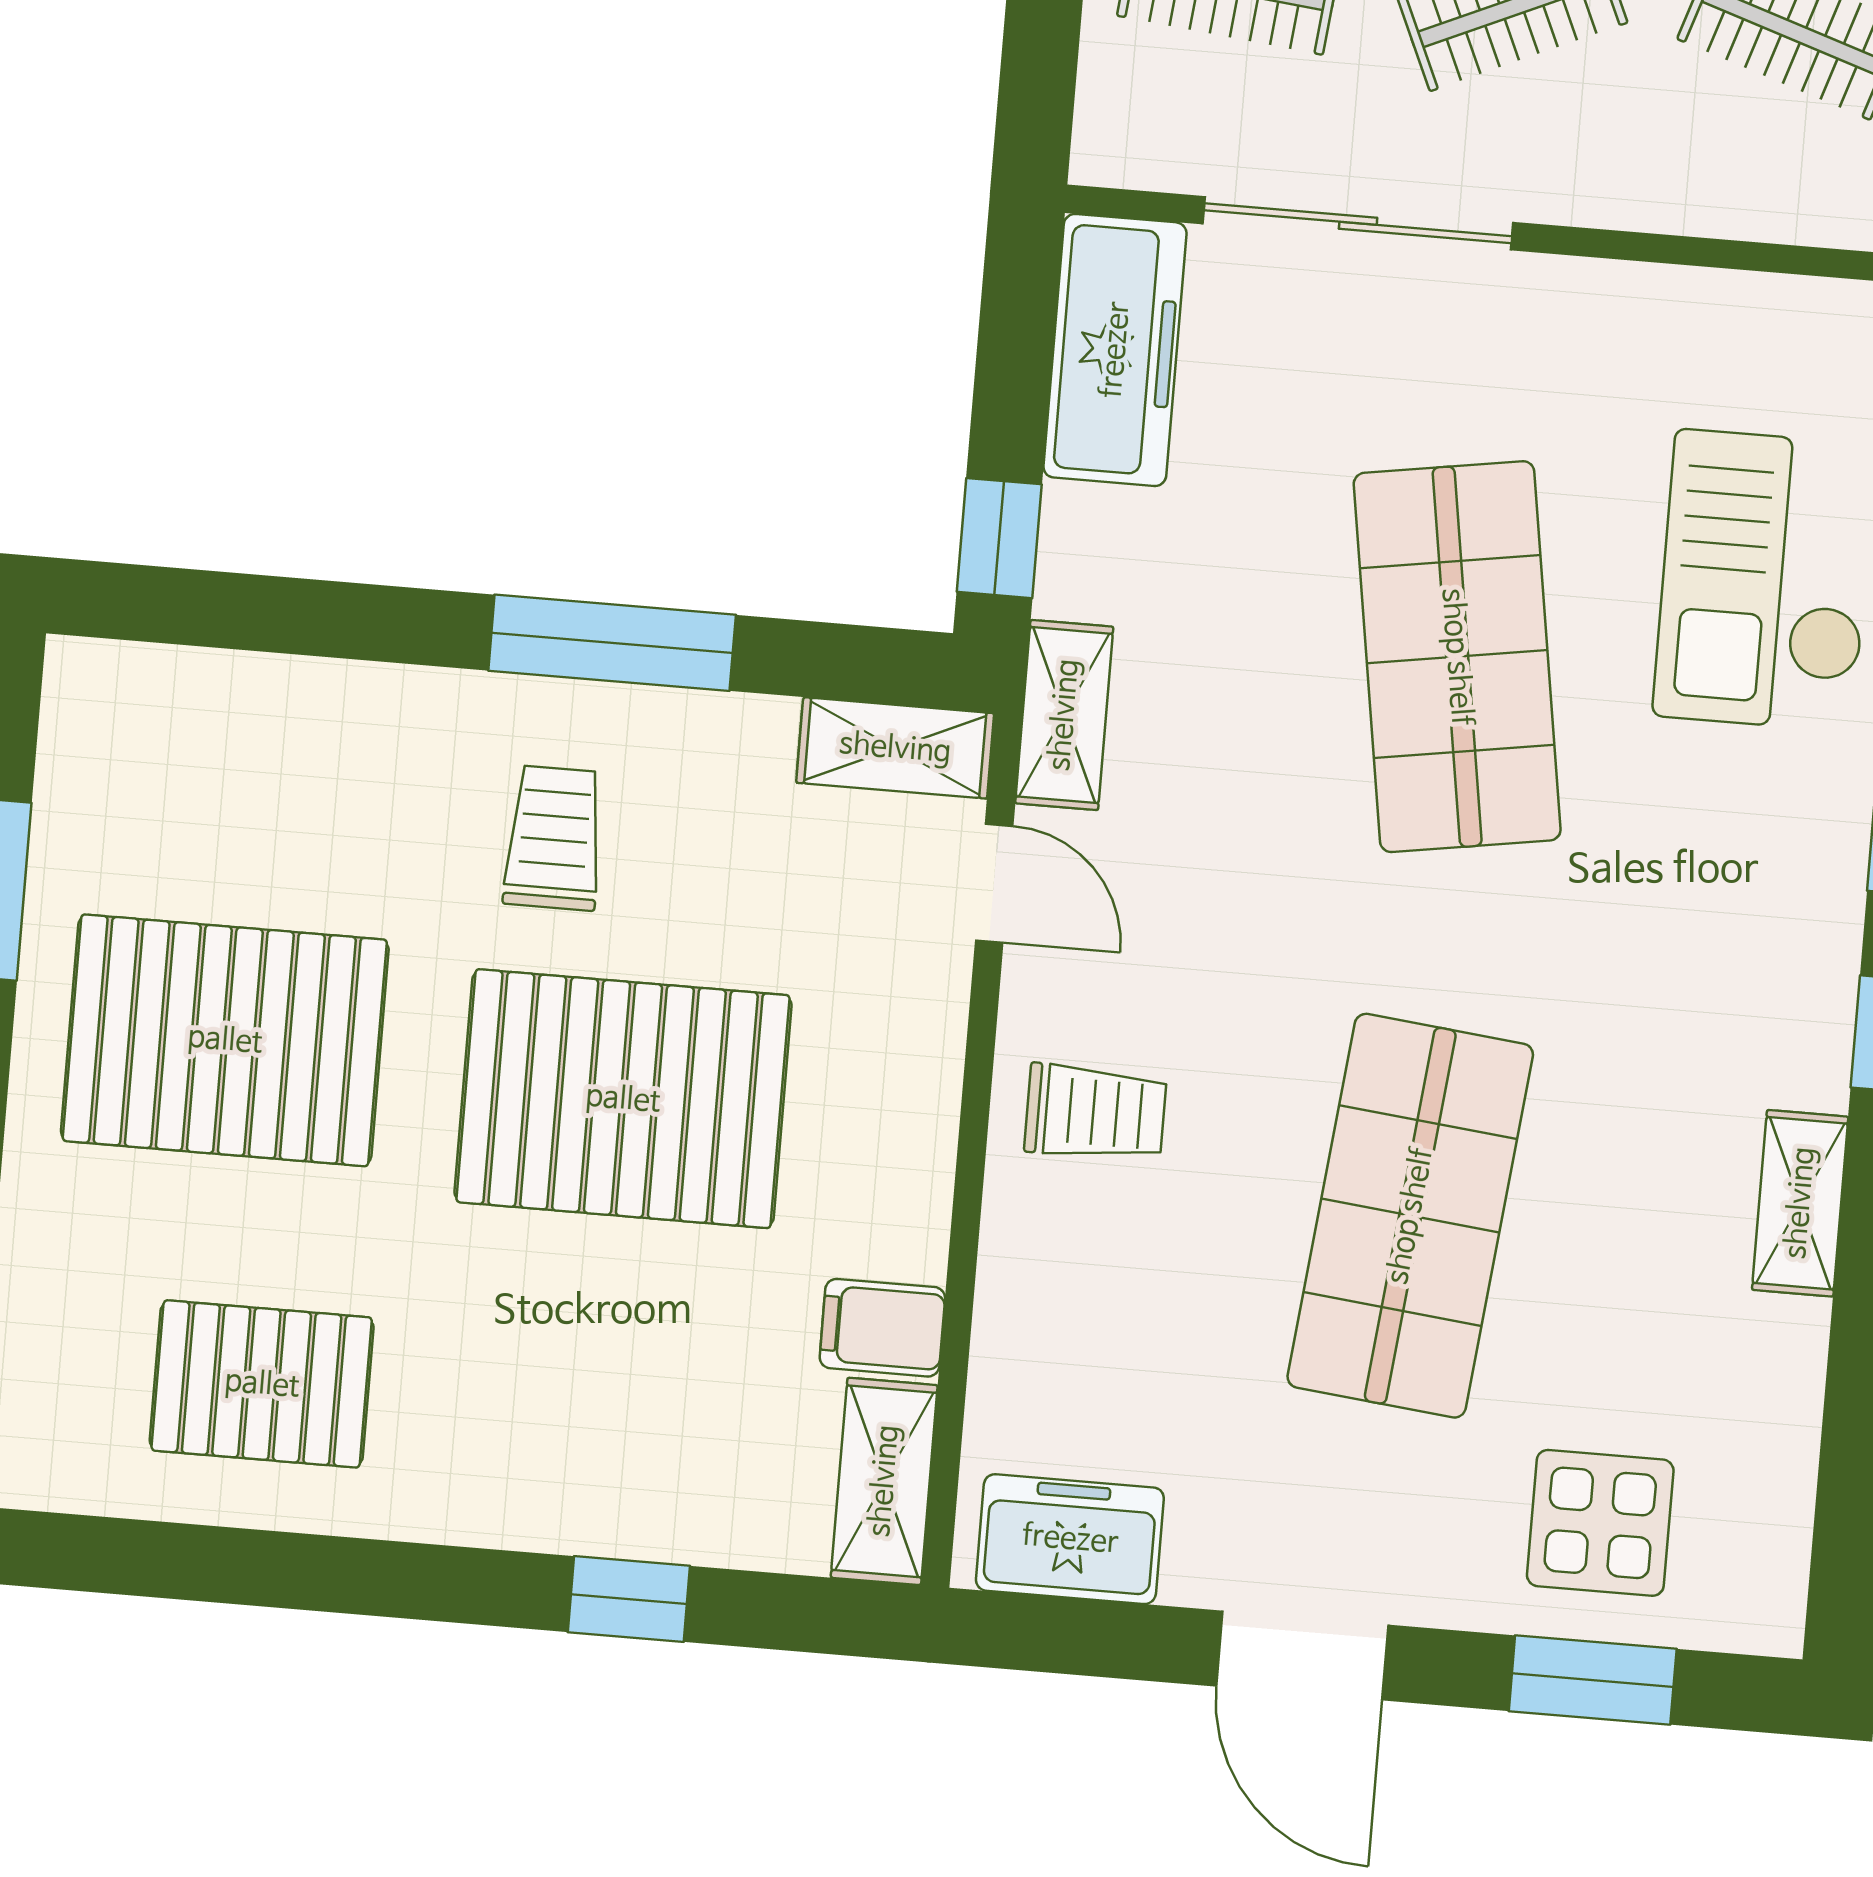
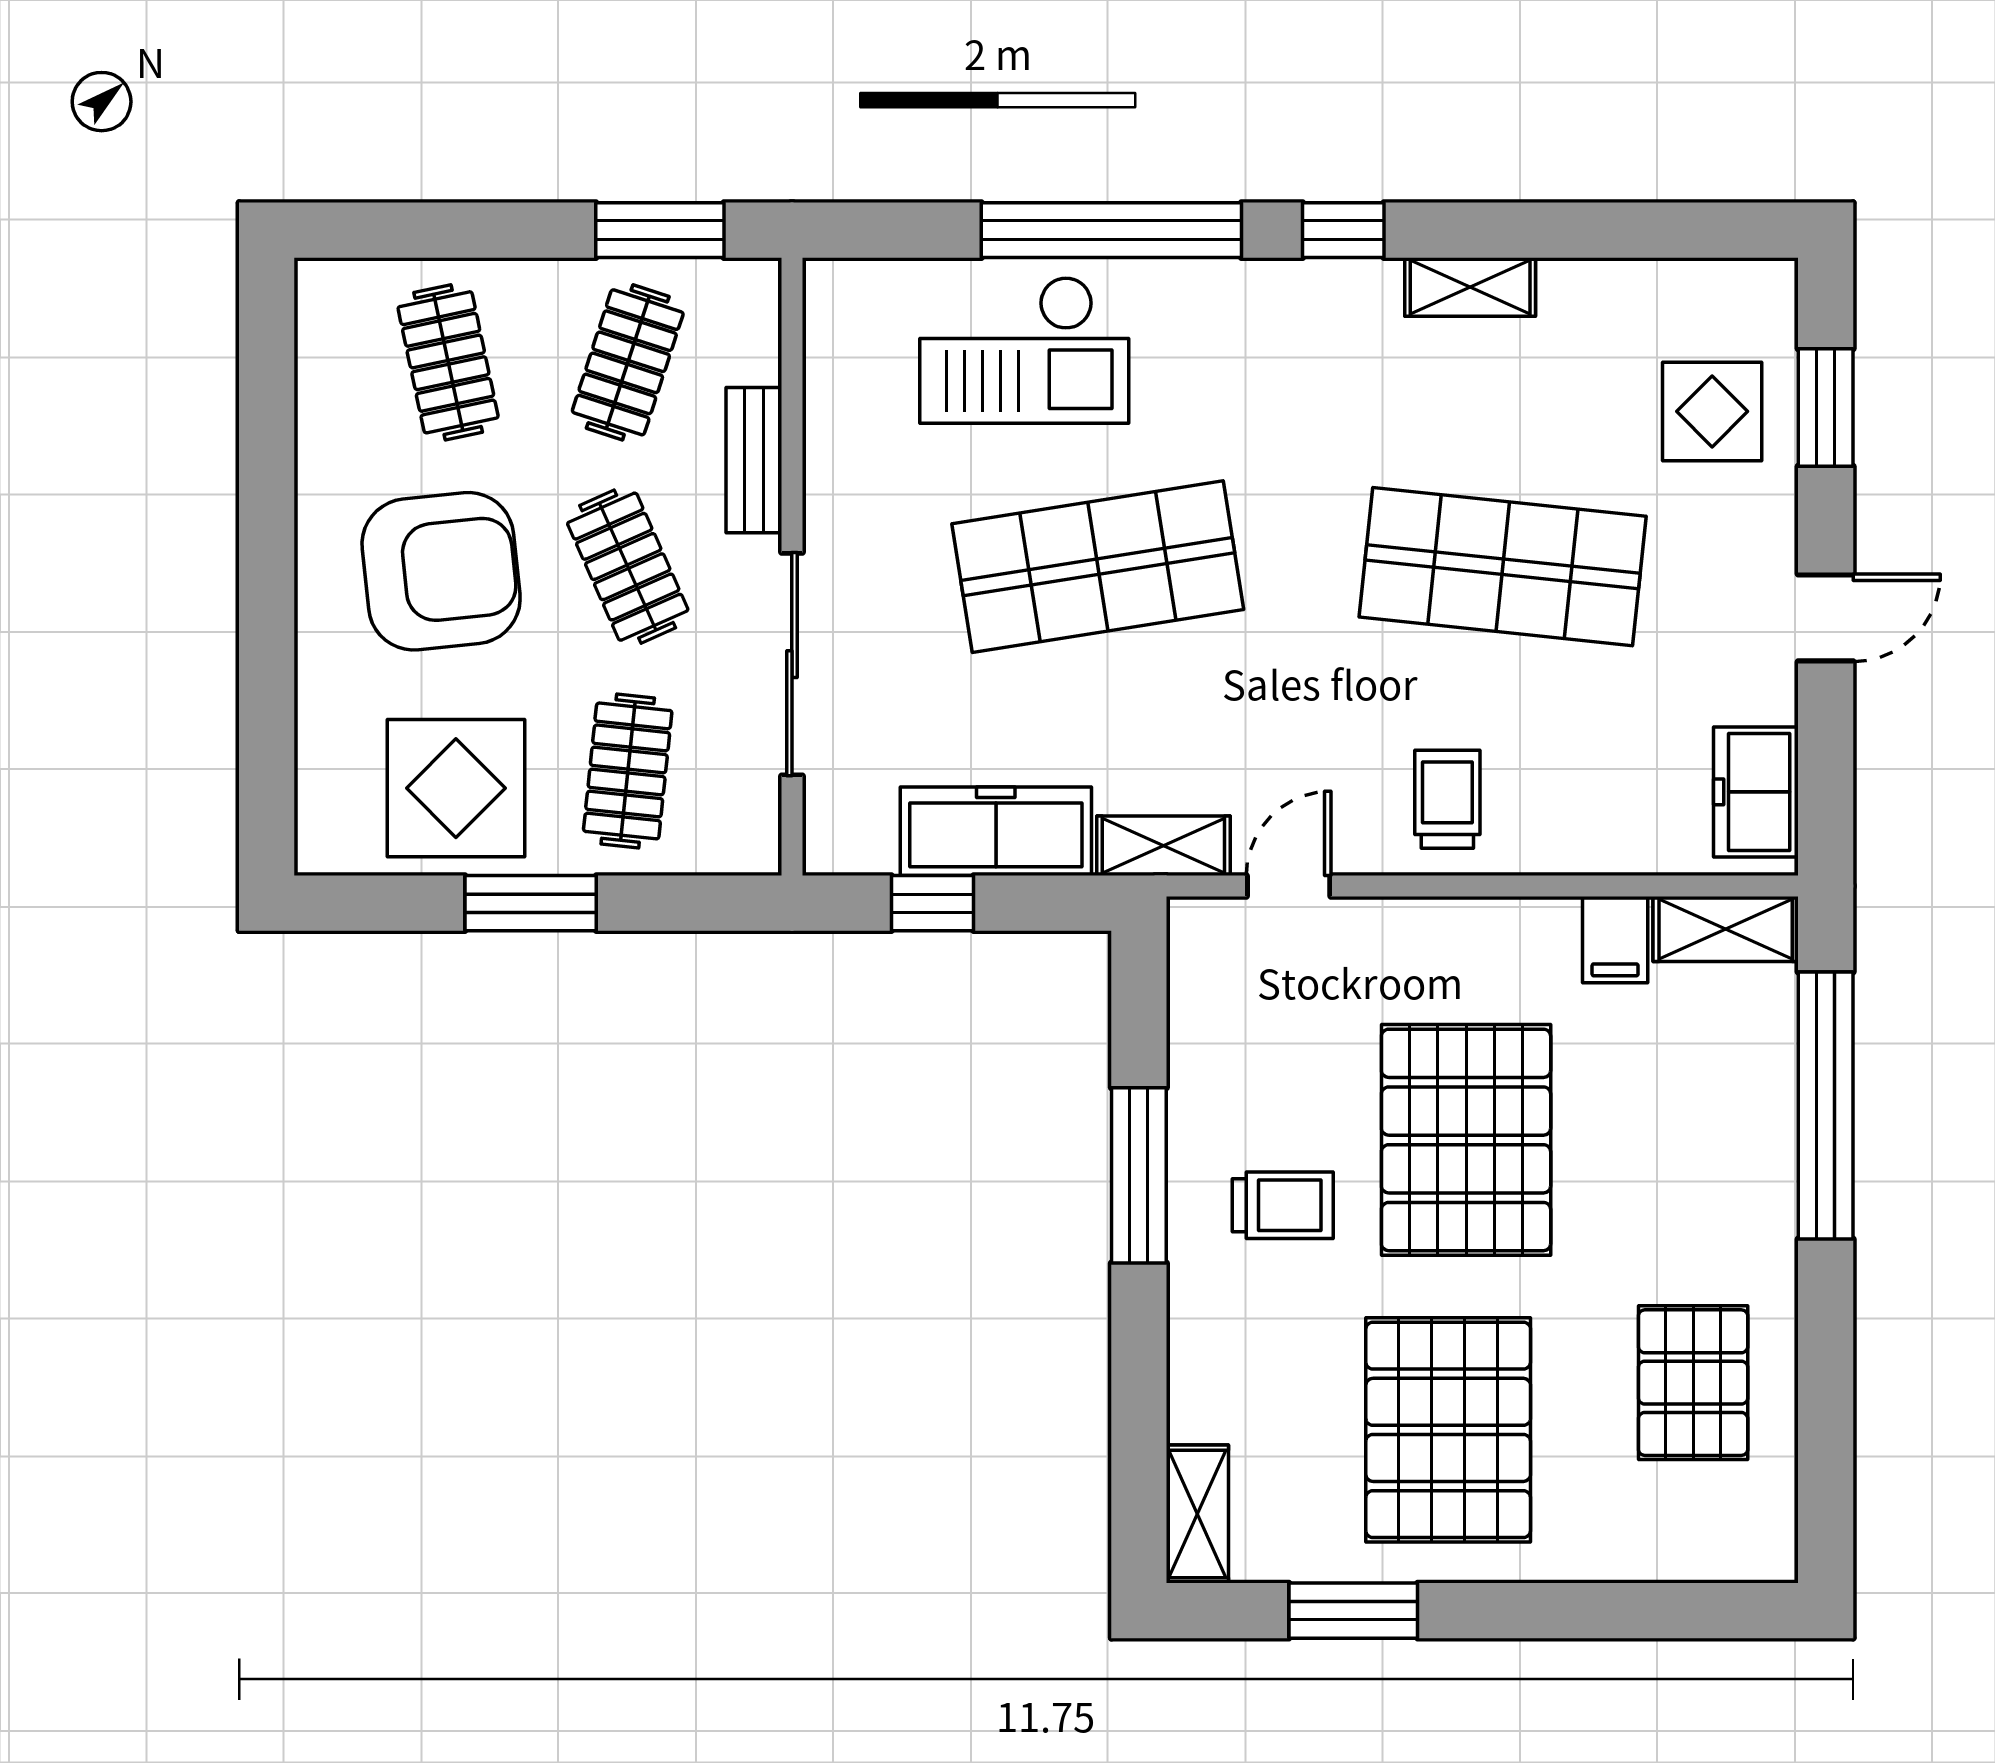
bench: (1644, 194) -> (754, 460), added
freezer: (1115, 350) -> (996, 831), moved
window: (999, 538) -> (932, 903), moved
shelving: (895, 748) -> (1197, 1514), moved
trolley: (554, 838) -> (1283, 1205), turned 180
window: (629, 1599) -> (1826, 1106), width x3.17
door: (1302, 1656) -> (1826, 618), width x0.73

